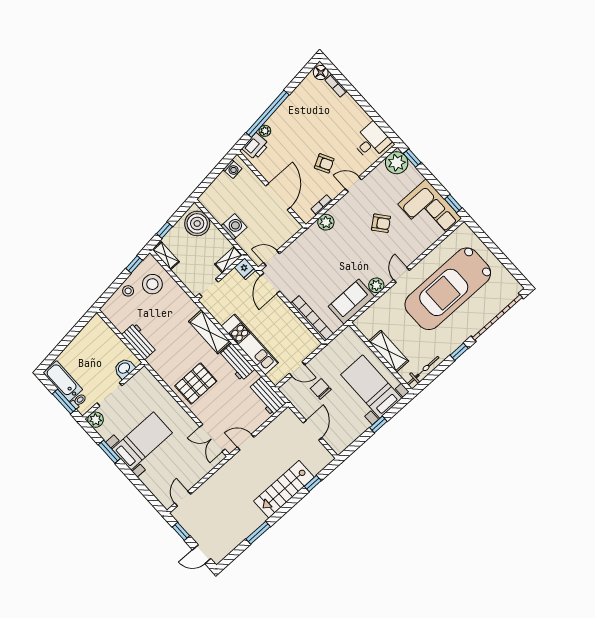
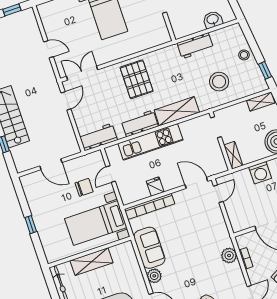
fridge: (245, 269) -> (155, 187), moved, turned 90
stool: (152, 284) -> (219, 82), moved
washbasin: (124, 368) -> (213, 20), moved, turned -90
bed with nightstands: (371, 387) -> (96, 223), moved, turned 180
door: (183, 499) -> (49, 49), moved

